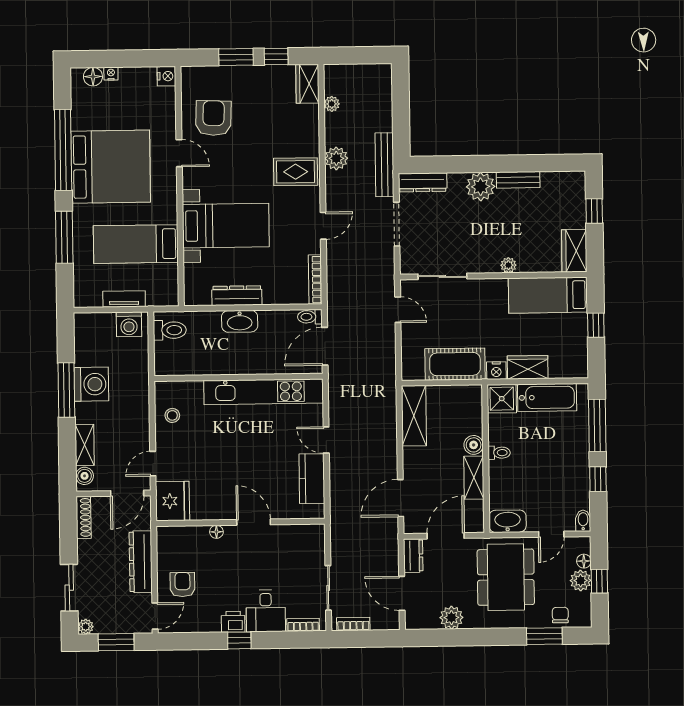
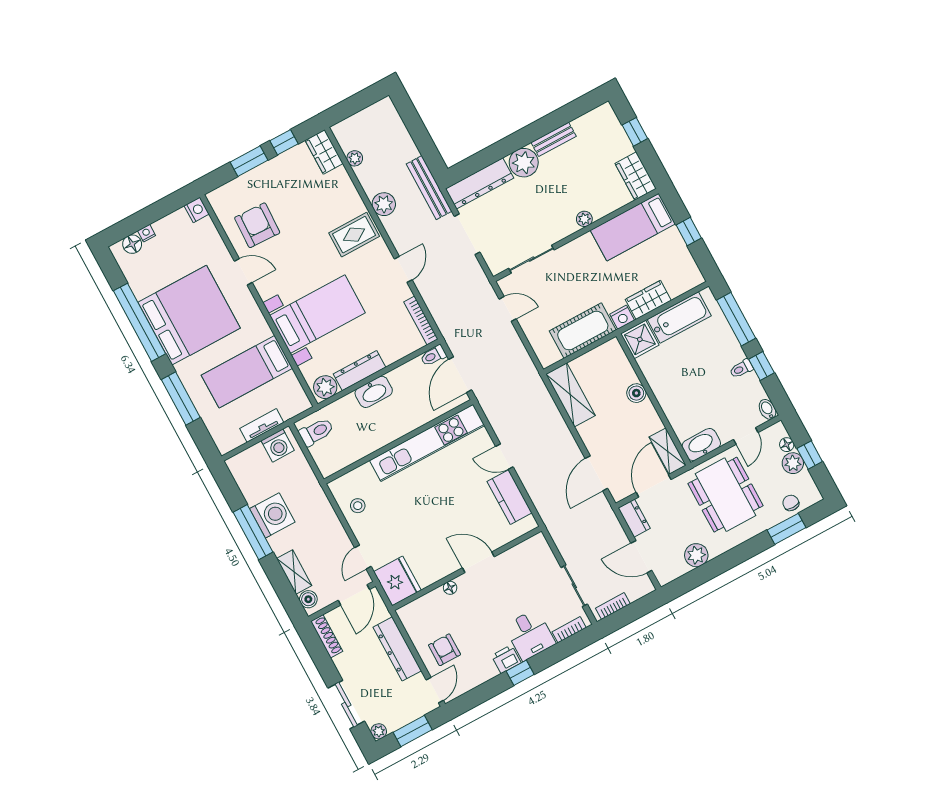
dresser: (423, 182) -> (480, 183), width x1.37, depth x1.24
plant: (199, 294) -> (325, 387), added
toilet: (499, 453) -> (741, 369), moved, turned 180
shelving: (474, 478) -> (668, 451), moved

